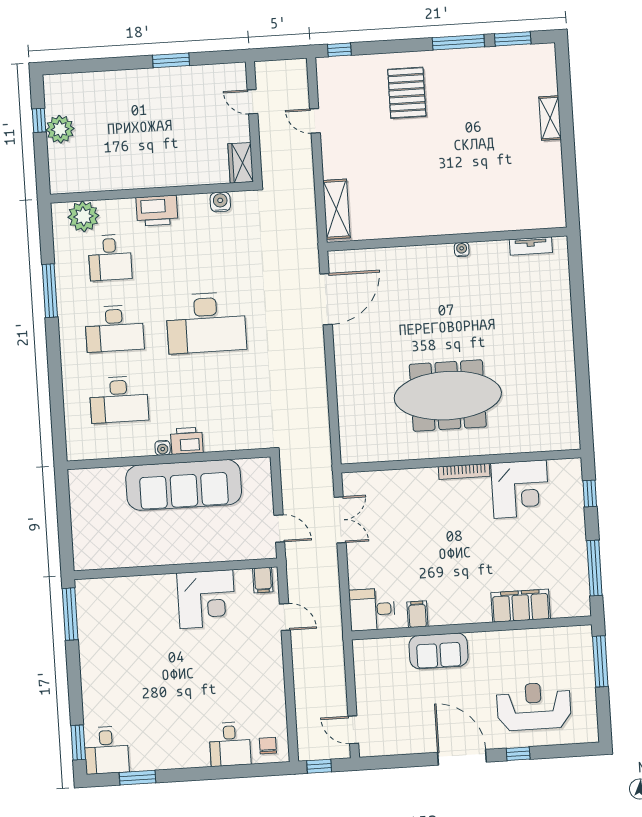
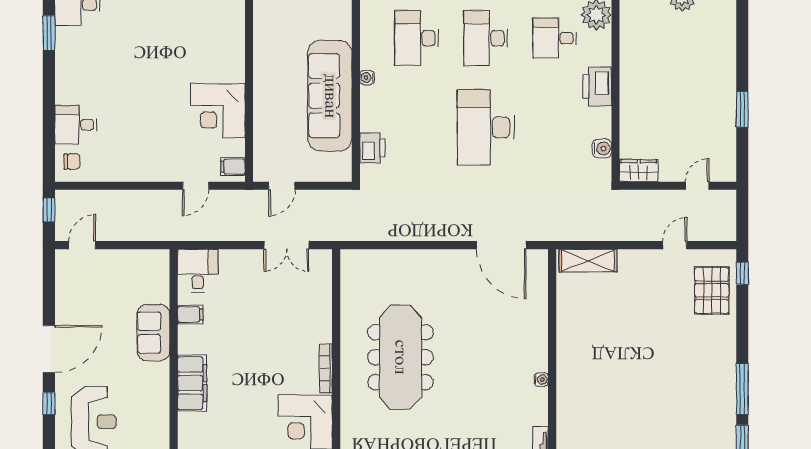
pallet: (407, 93) -> (712, 290), moved, turned 90
printer: (187, 441) -> (372, 148), moved
filing cabinet: (521, 606) -> (192, 383), moved

